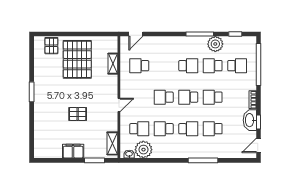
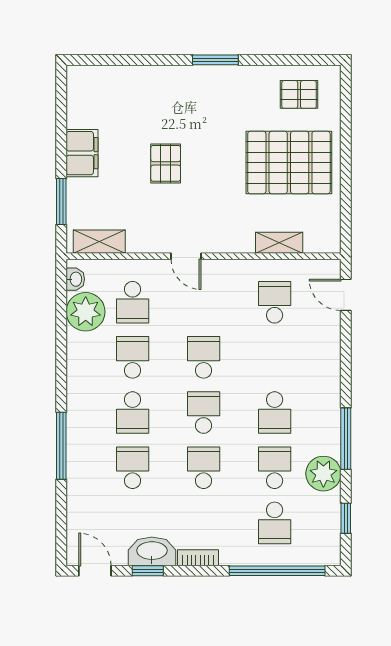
pallet: (51, 46) -> (299, 94), moved

